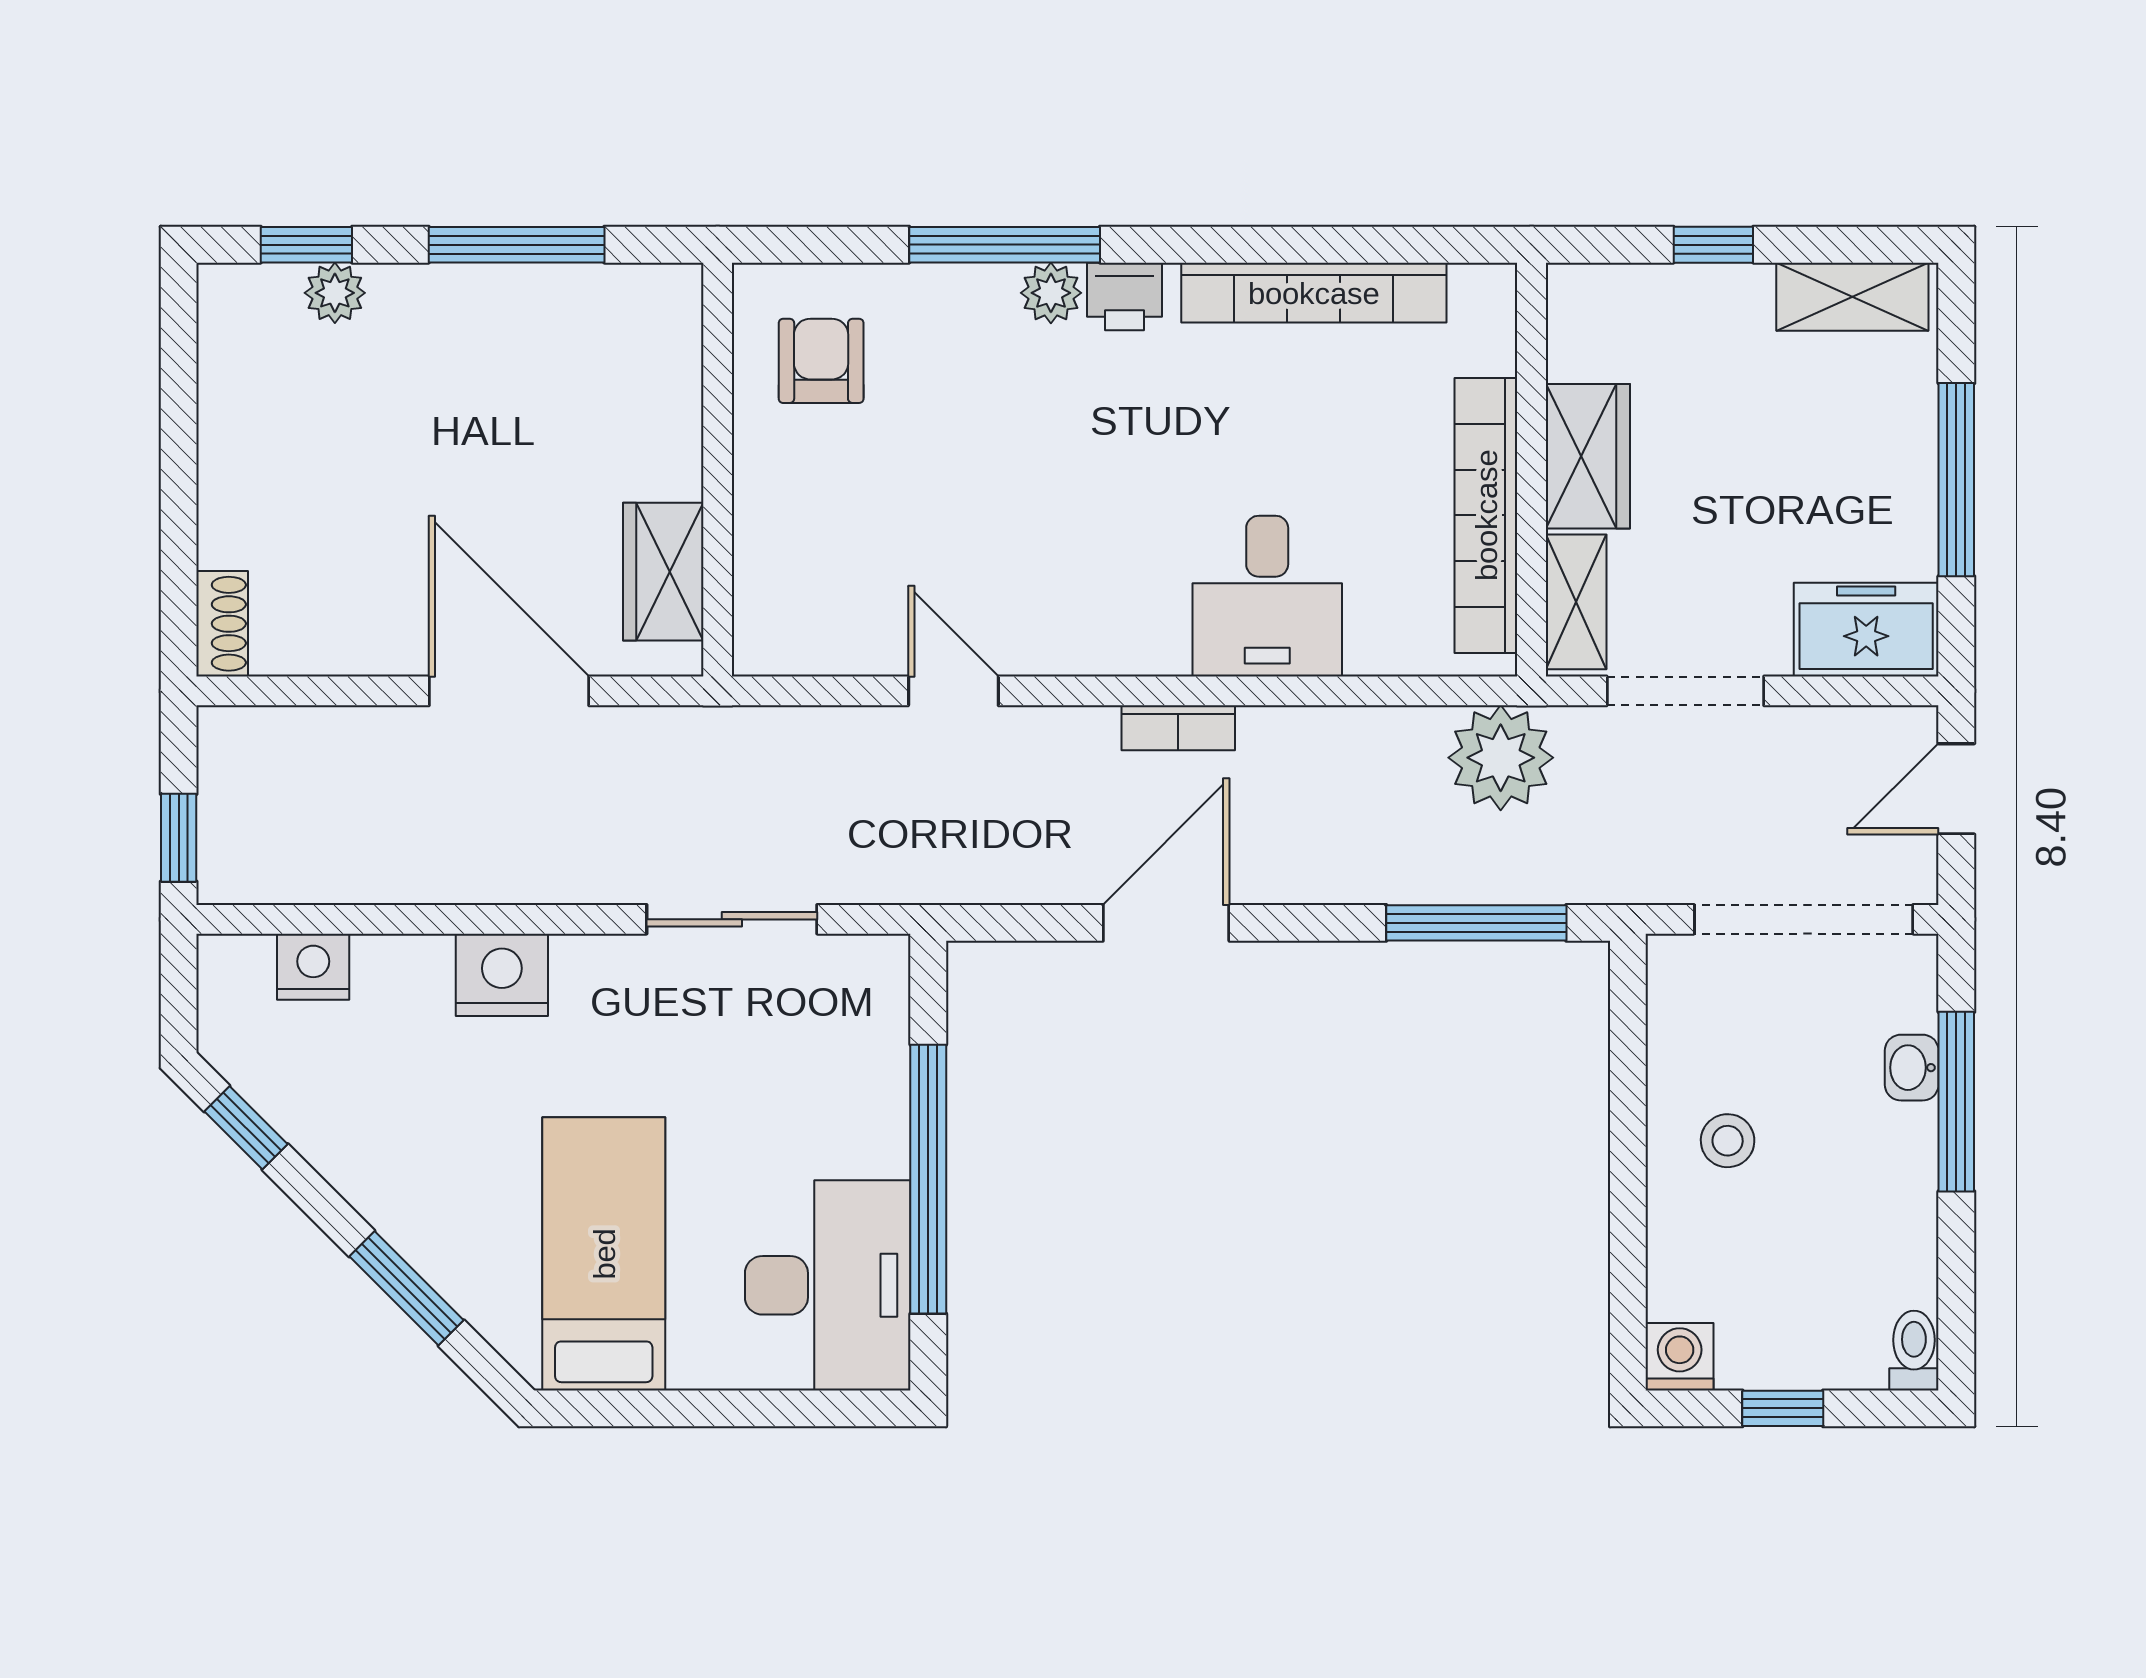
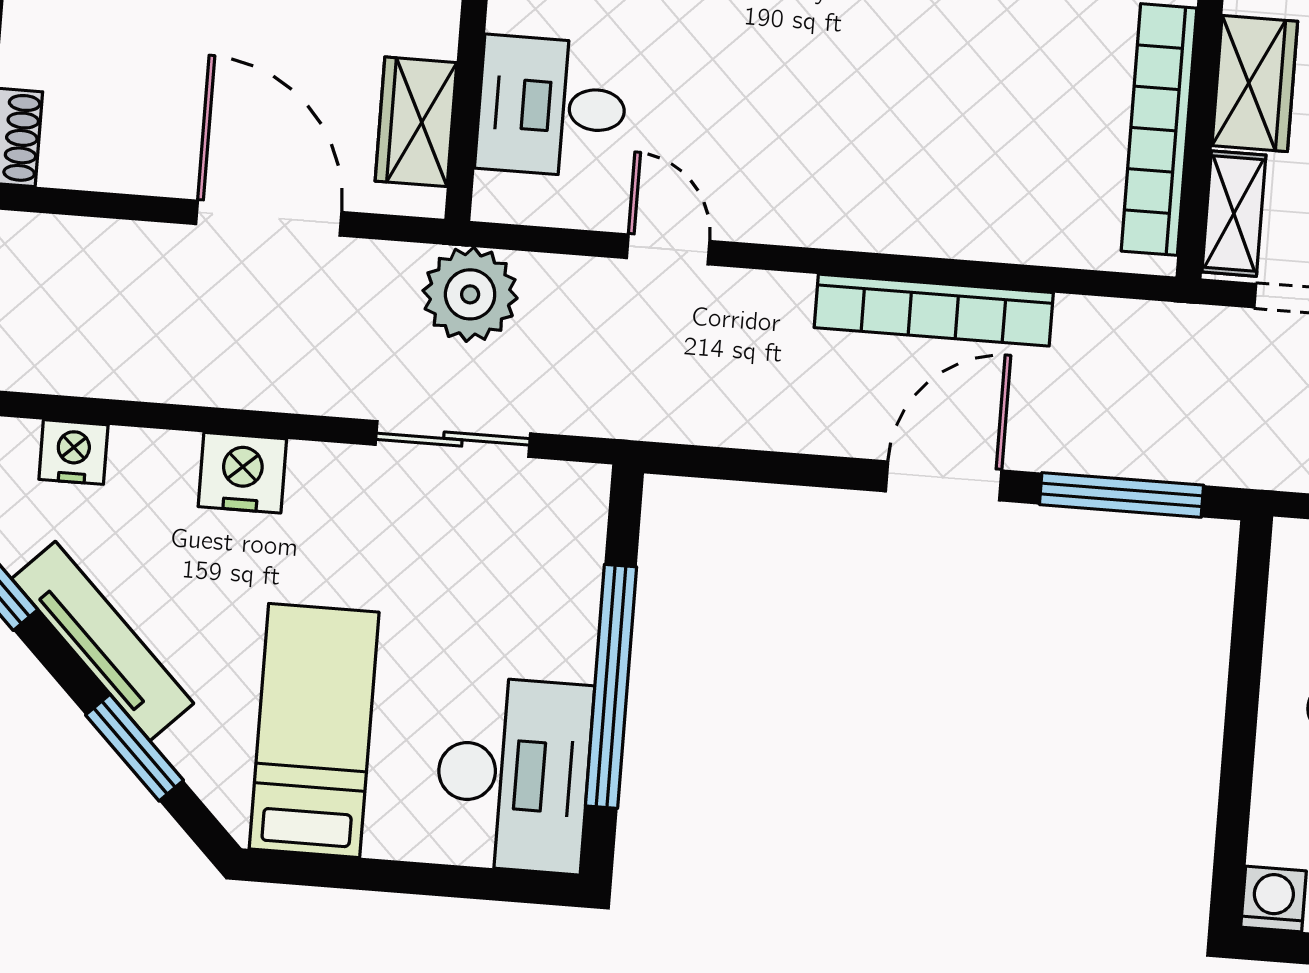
desk: (1267, 596) -> (552, 107), moved, turned 90
bookcase: (1178, 728) -> (934, 310), width x2.31, depth x1.31
plant: (1501, 758) -> (470, 294), moved
door: (1166, 923) -> (944, 481), moved
tv unit: (362, 1173) -> (103, 641), added

